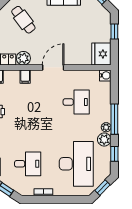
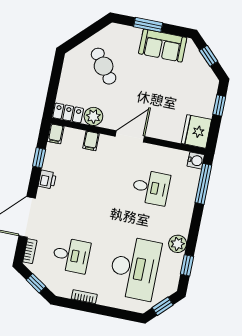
window: (114, 119) -> (203, 184), moved
plant: (106, 127) -> (183, 228), removed

